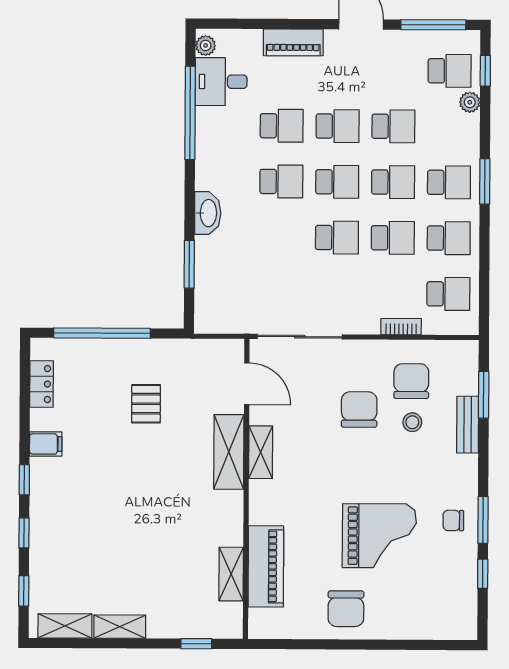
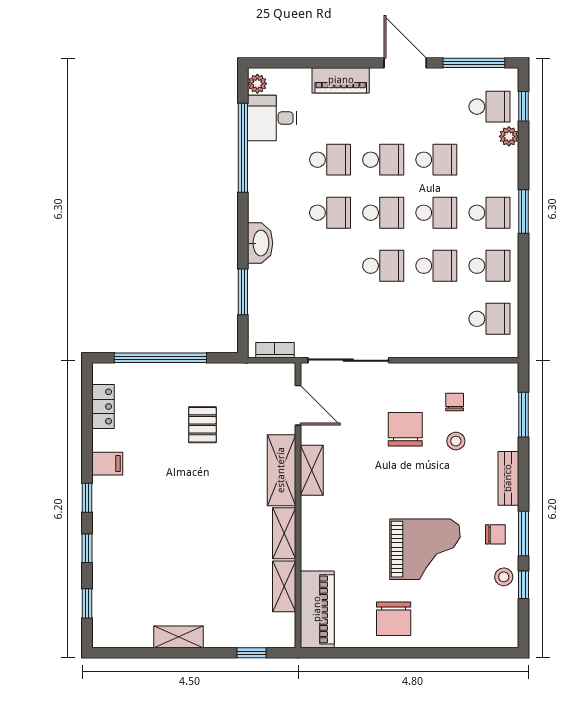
bookcase: (401, 327) -> (275, 350), moved
chair: (411, 381) -> (455, 402), width x0.54, depth x0.54
bench: (468, 425) -> (508, 478), moved
chair: (453, 520) -> (495, 534), turned 180
stool: (462, 565) -> (504, 577), added
piano: (266, 566) -> (317, 609), moved
shelving: (65, 626) -> (284, 533), moved, turned 90

